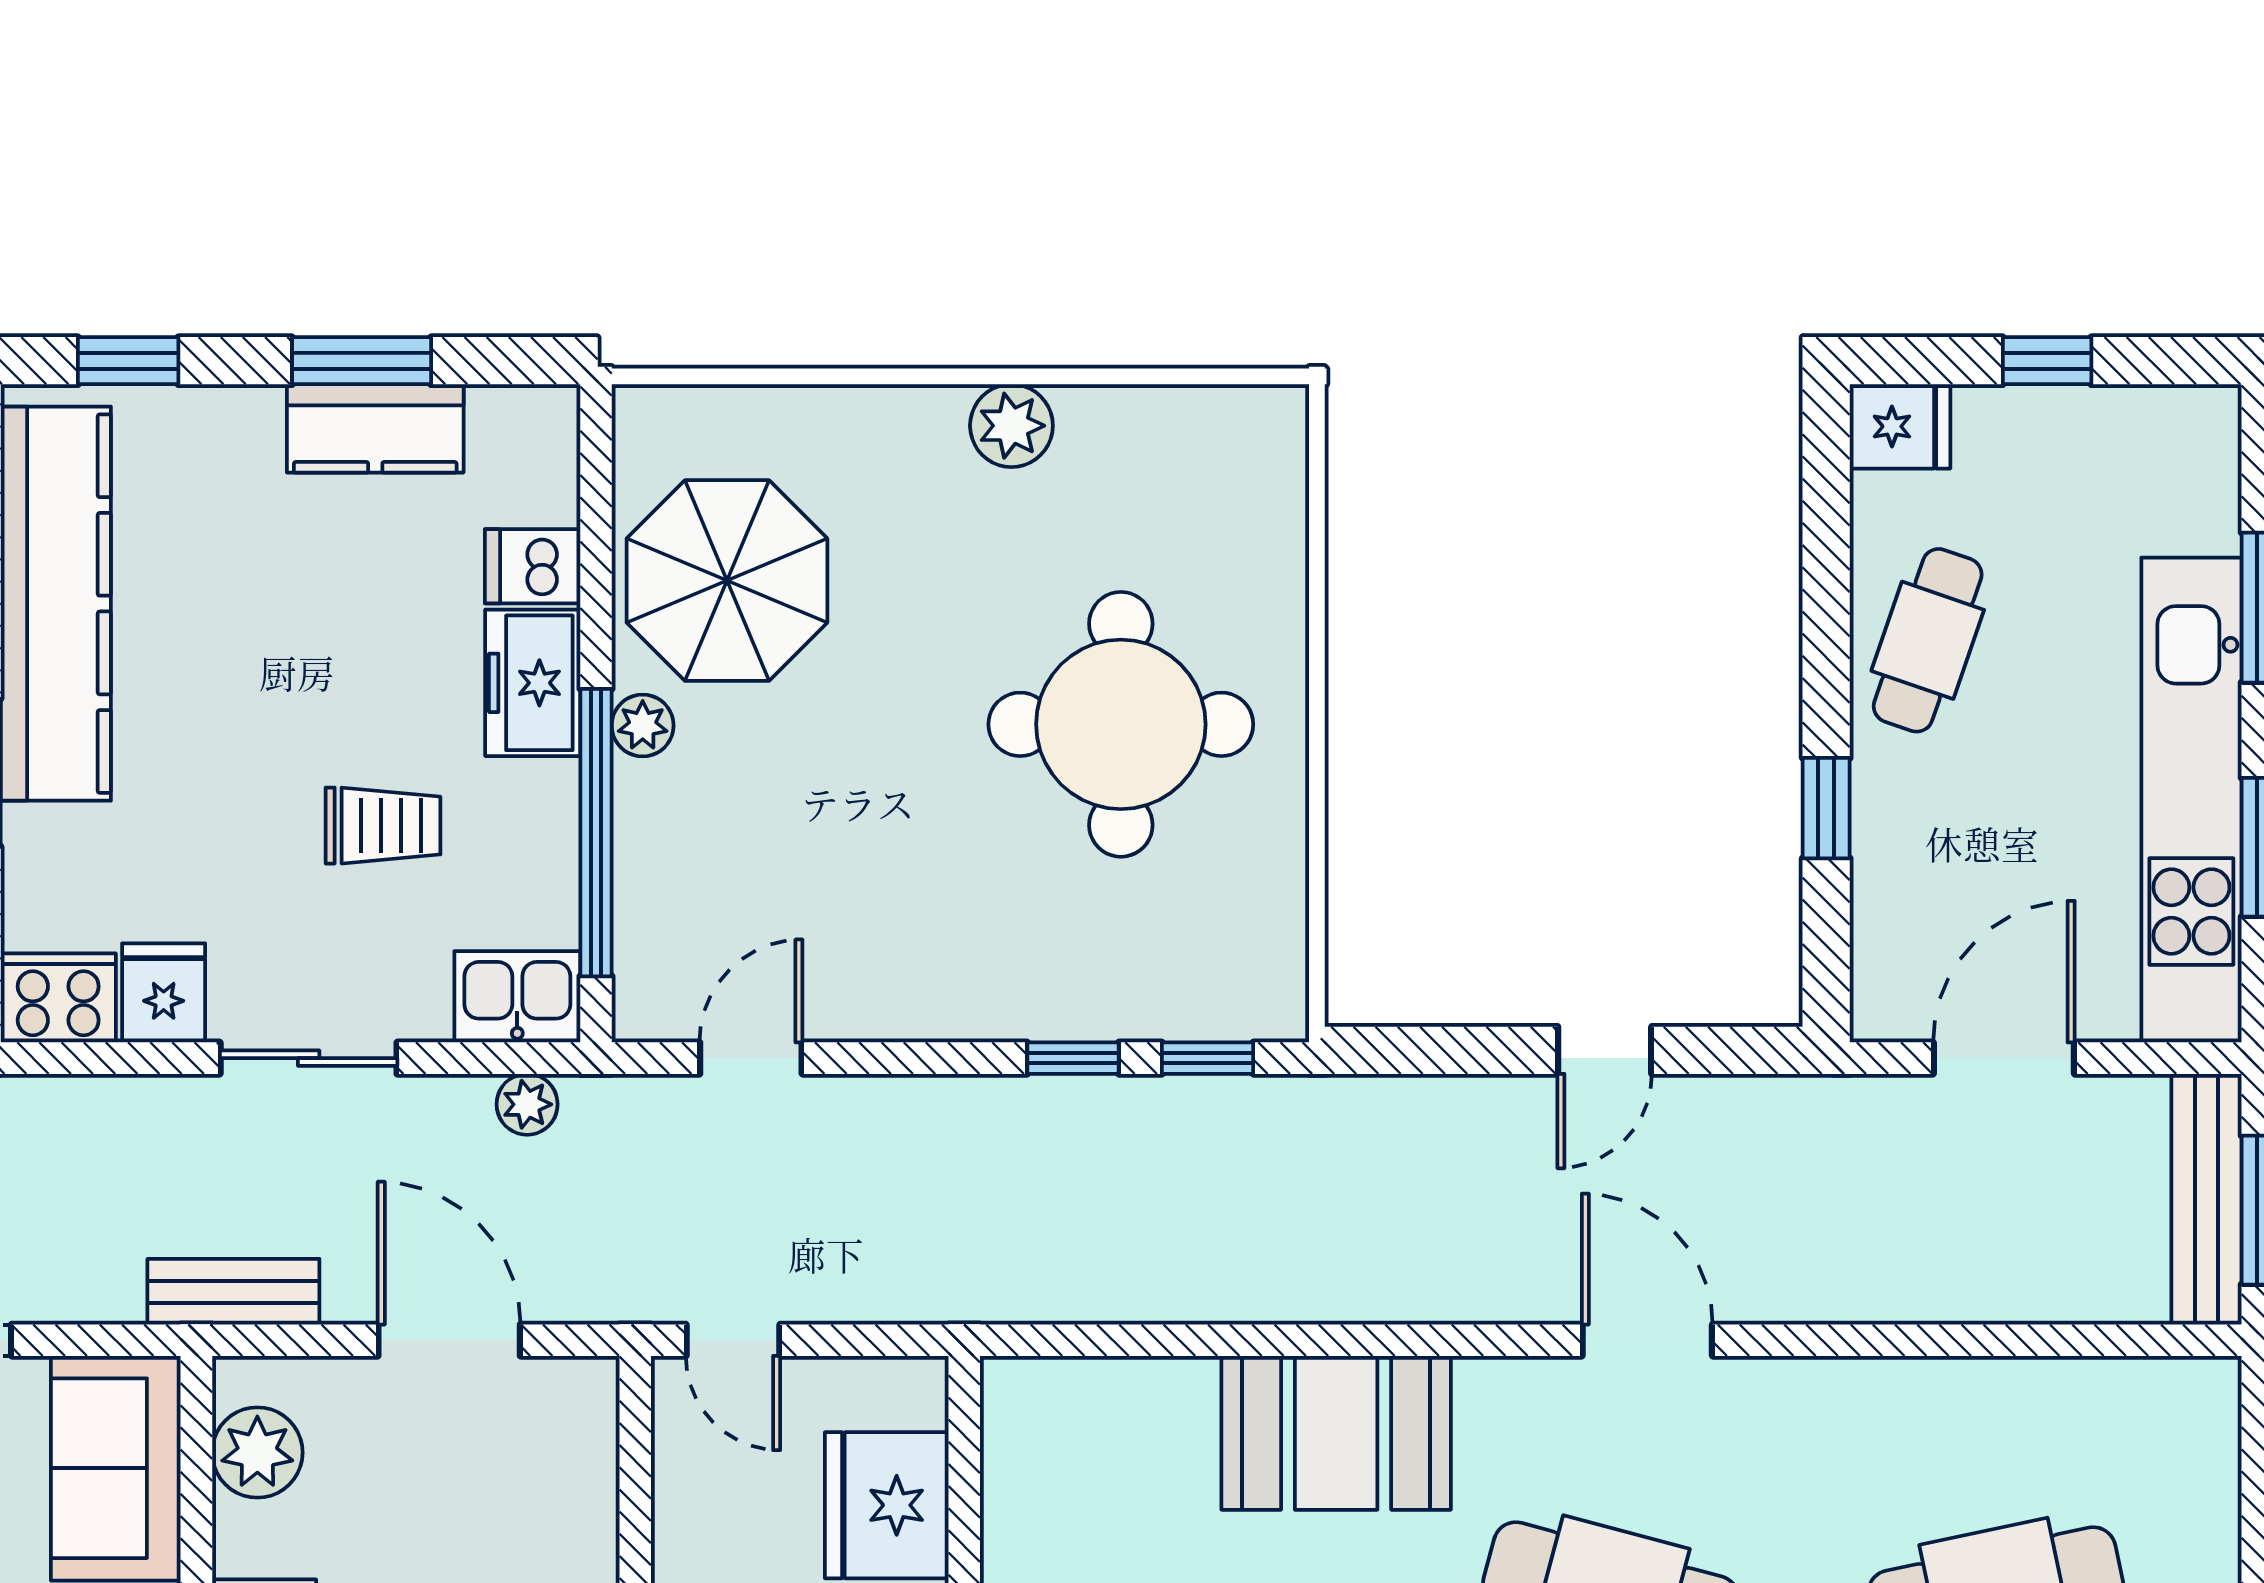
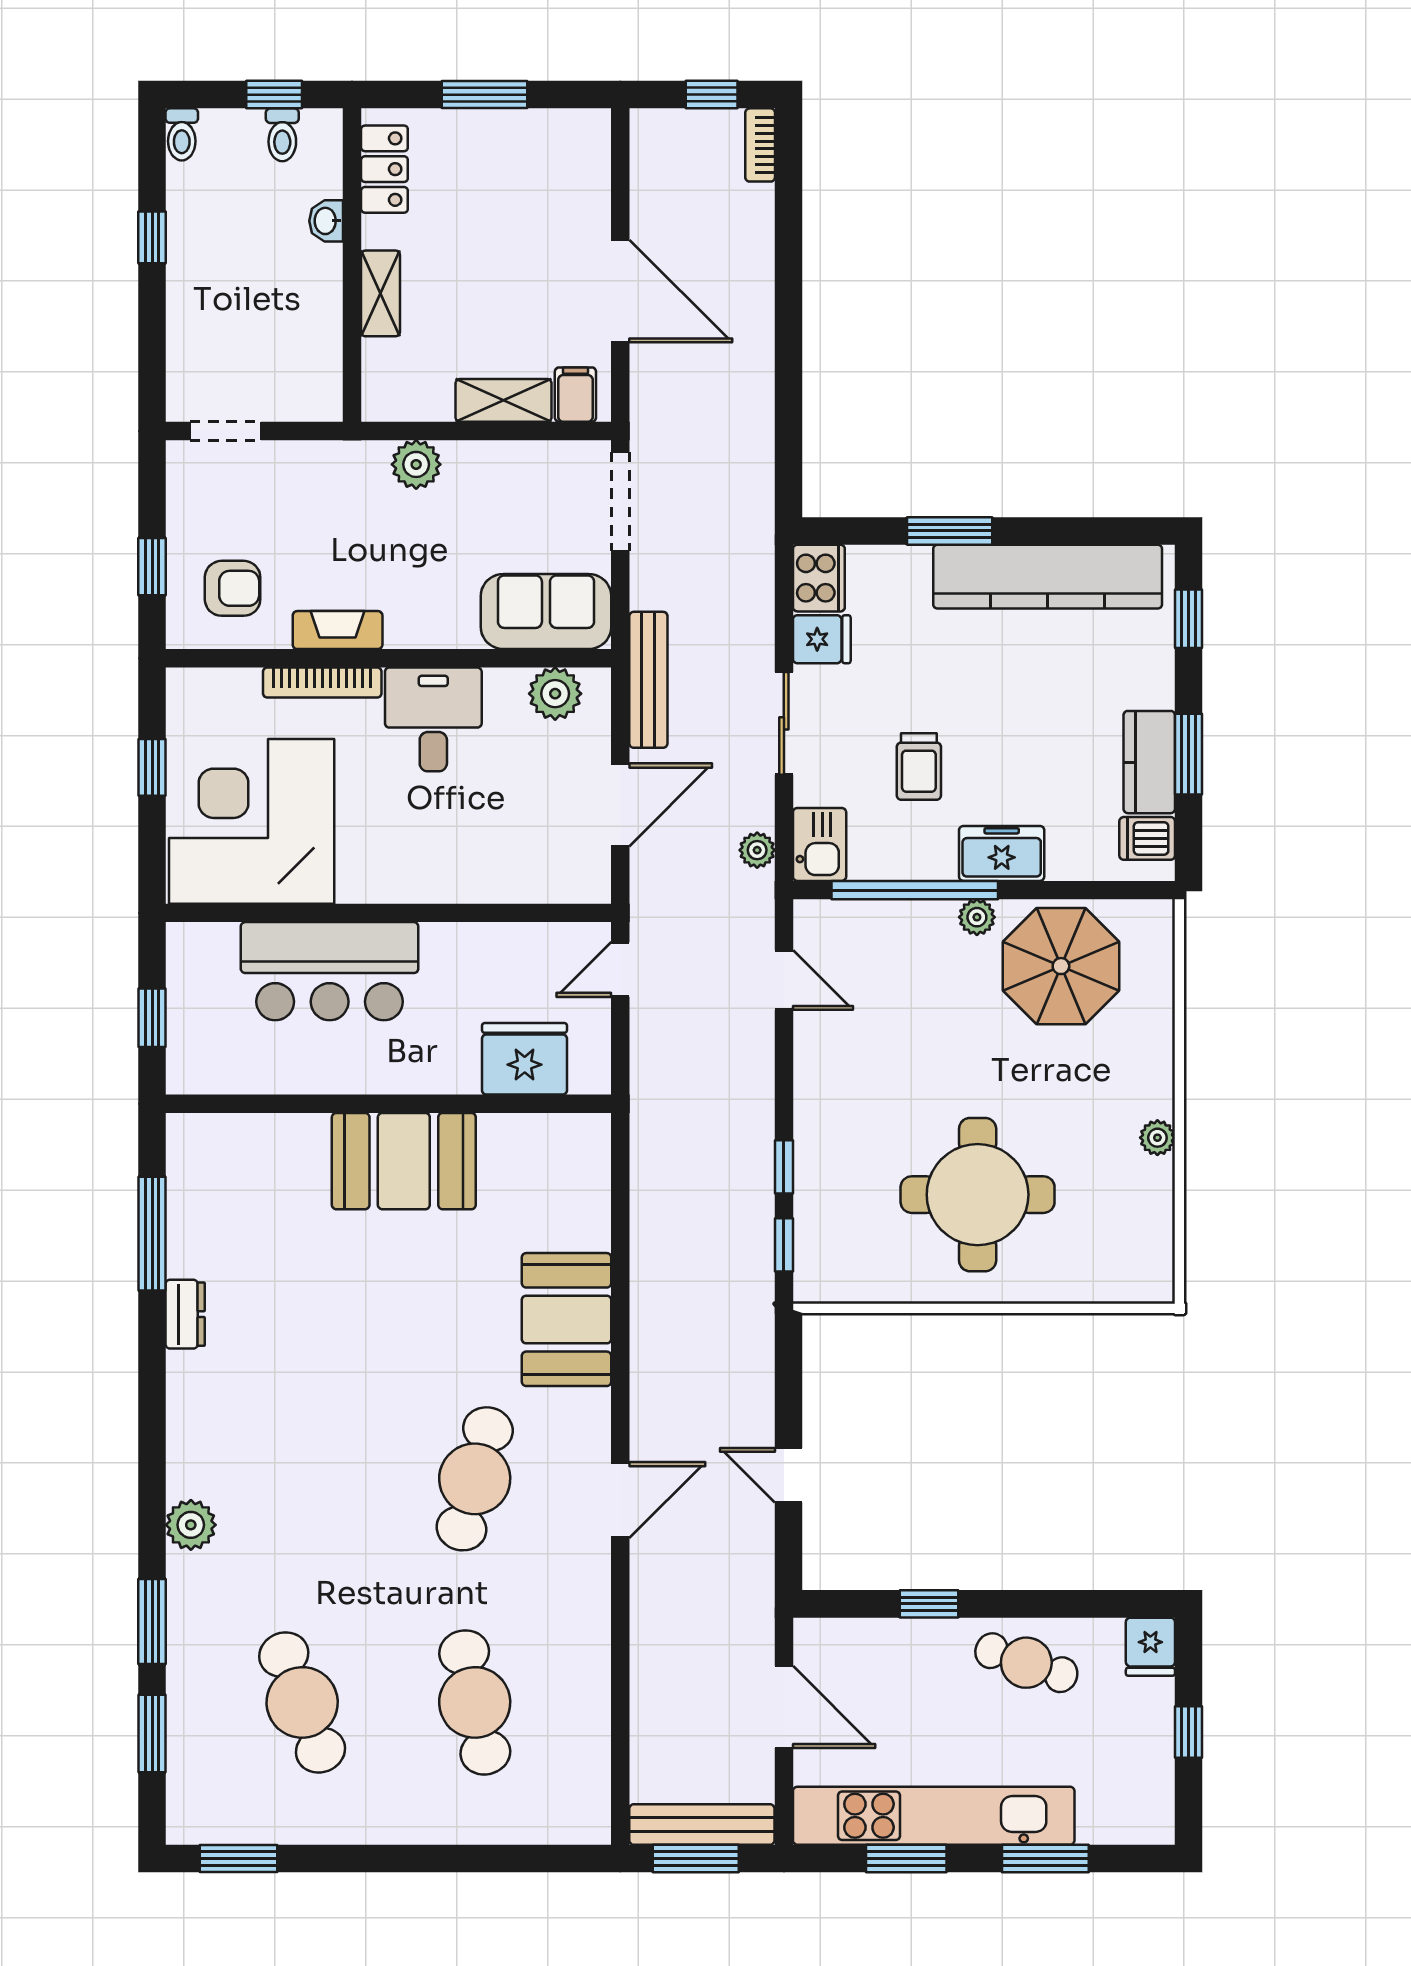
plant: (1011, 426) -> (1157, 1138), width x0.73, depth x0.73
dishwasher: (533, 566) -> (1147, 838), moved, turned -90
bench: (233, 1292) -> (648, 680), width x1.36

